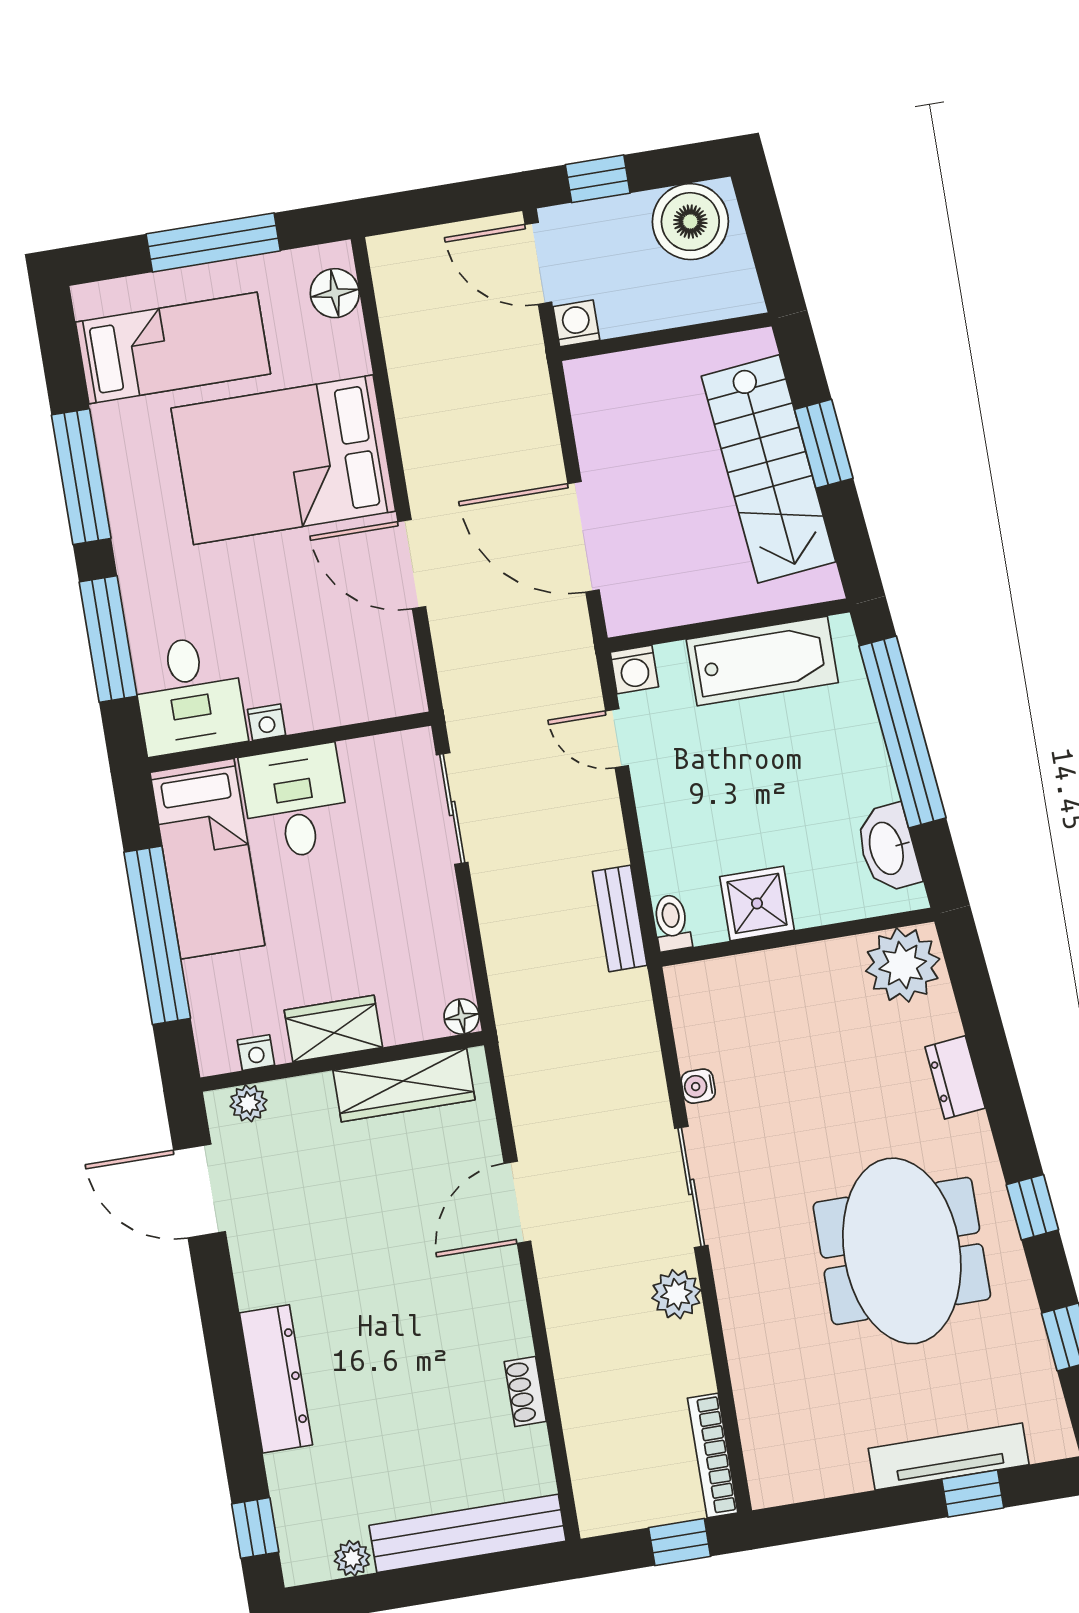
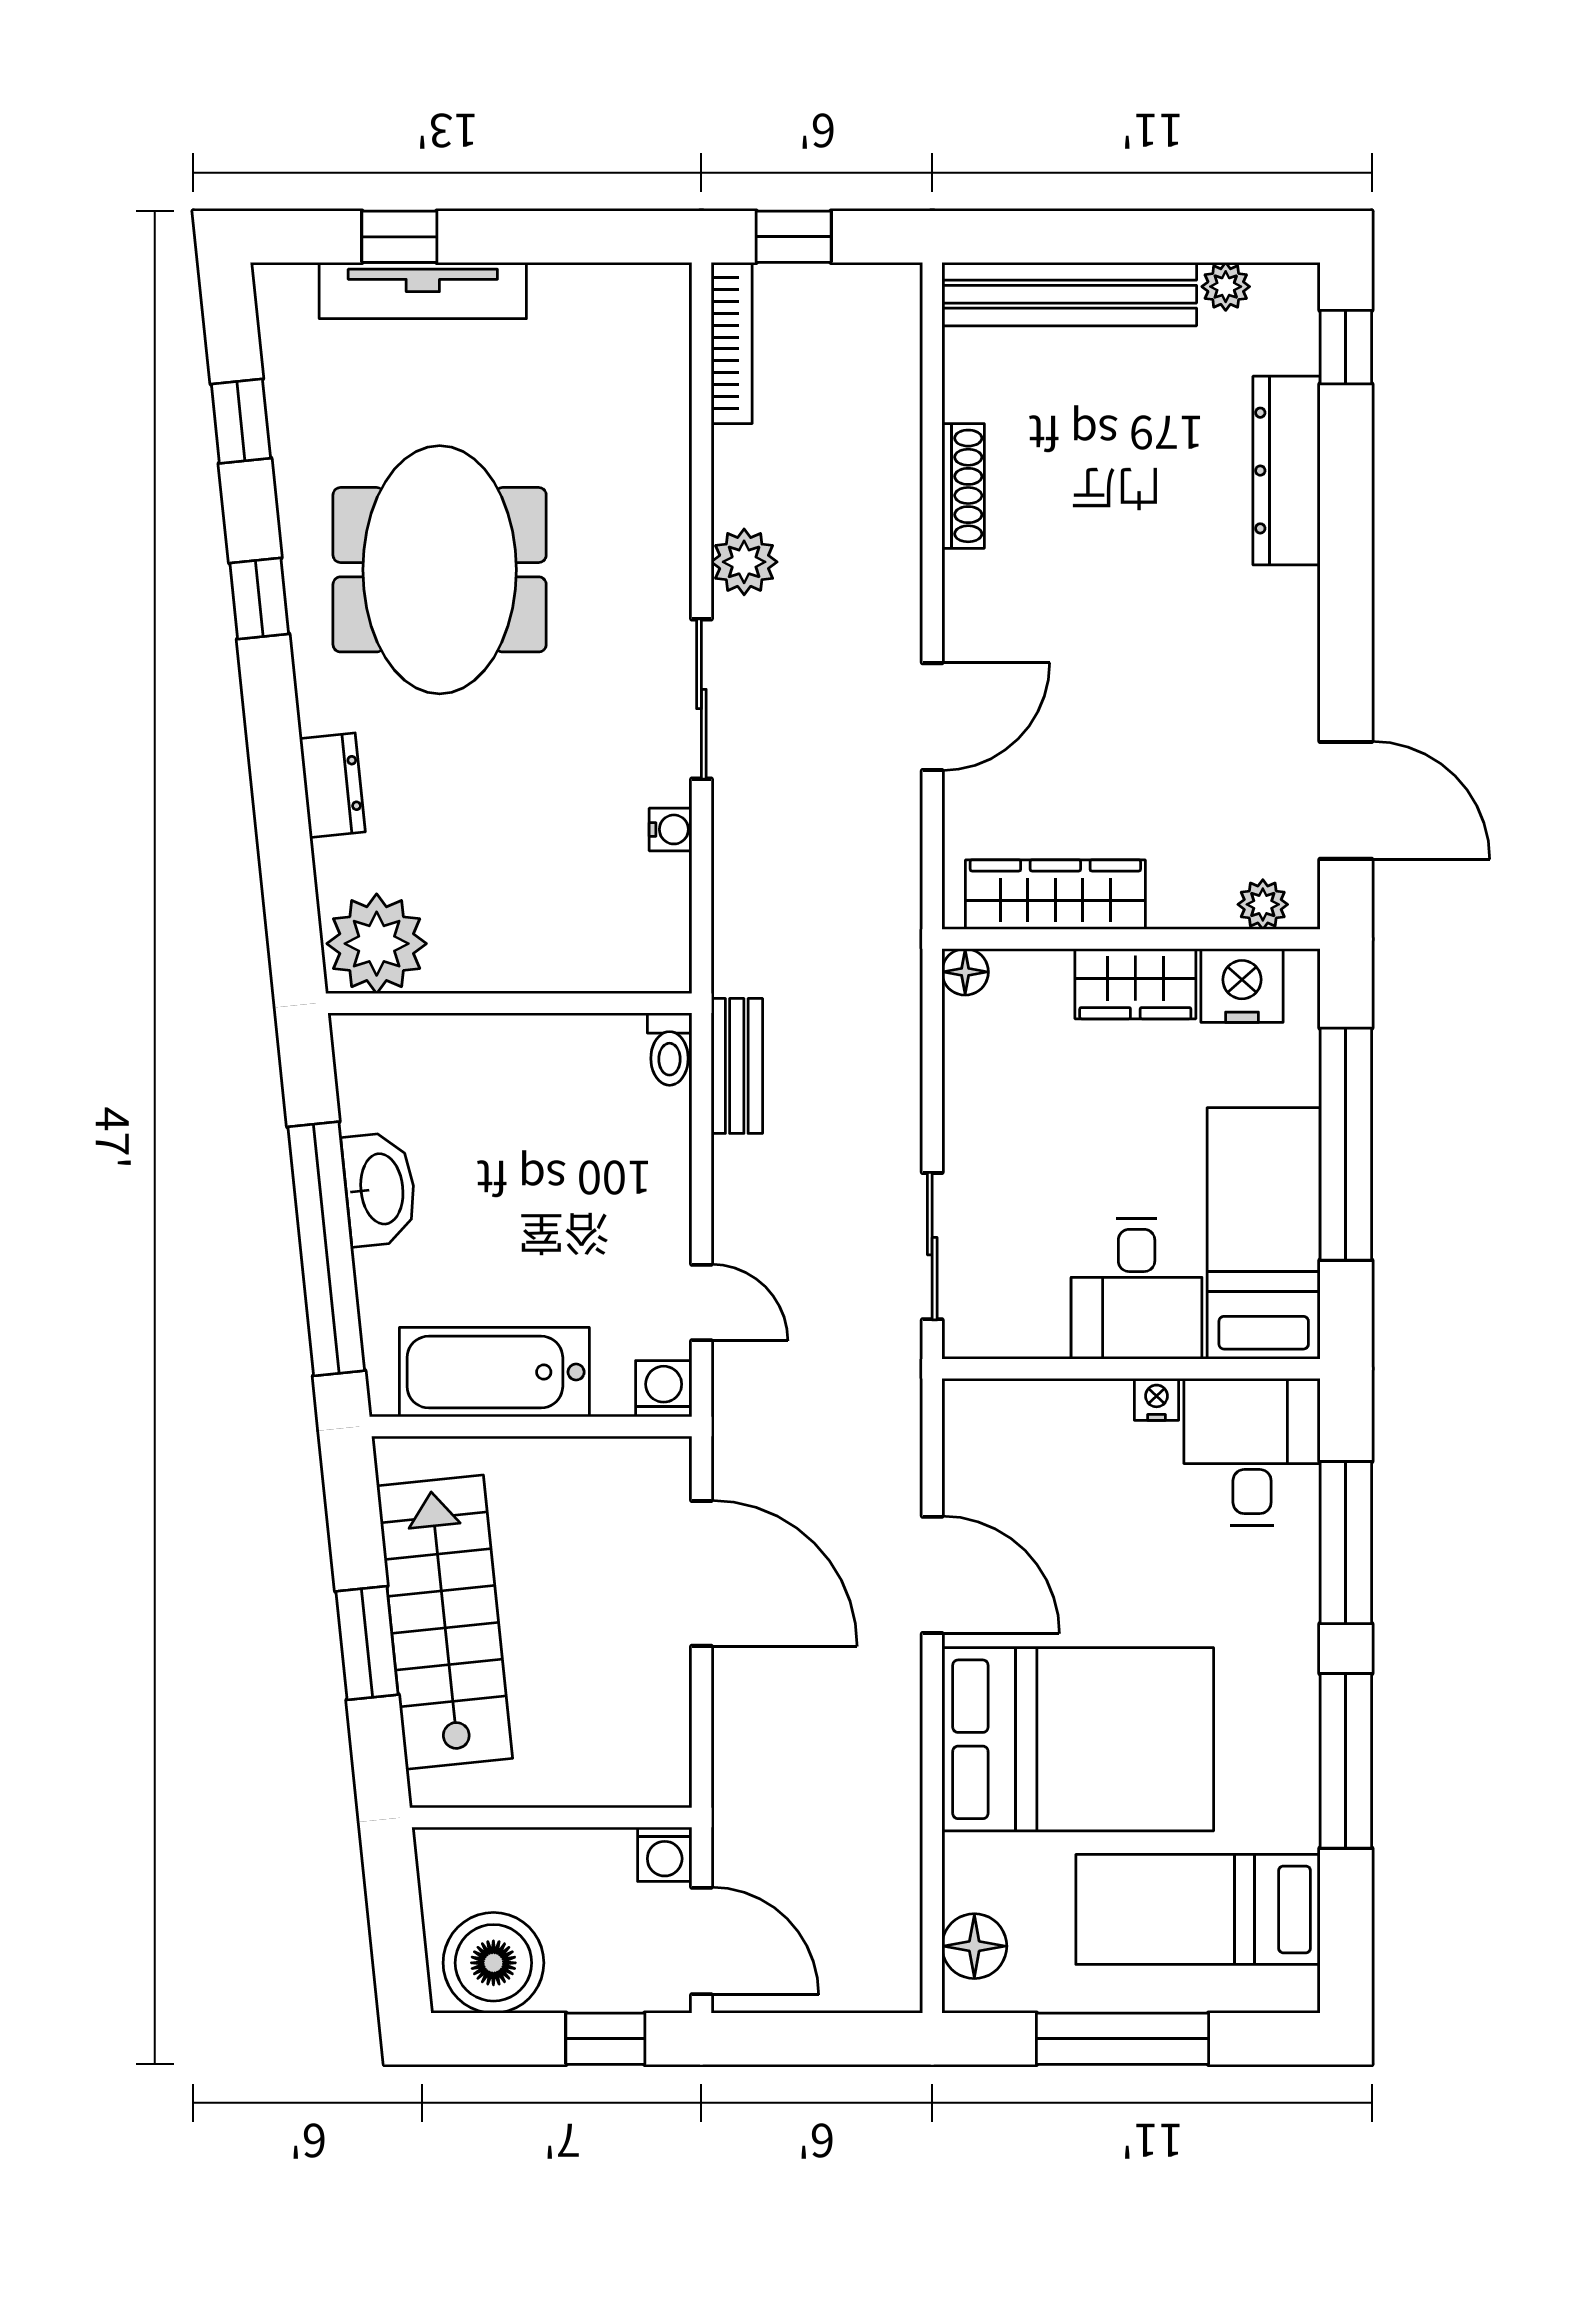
washbasin: (888, 848) -> (380, 1189), moved
shower: (757, 903) -> (554, 1056), removed
nightstand: (256, 1053) -> (1242, 986), width x1.89, depth x1.79
dresser: (276, 1379) -> (1287, 471), moved
shoe rack: (525, 1392) -> (963, 486), width x1.43

